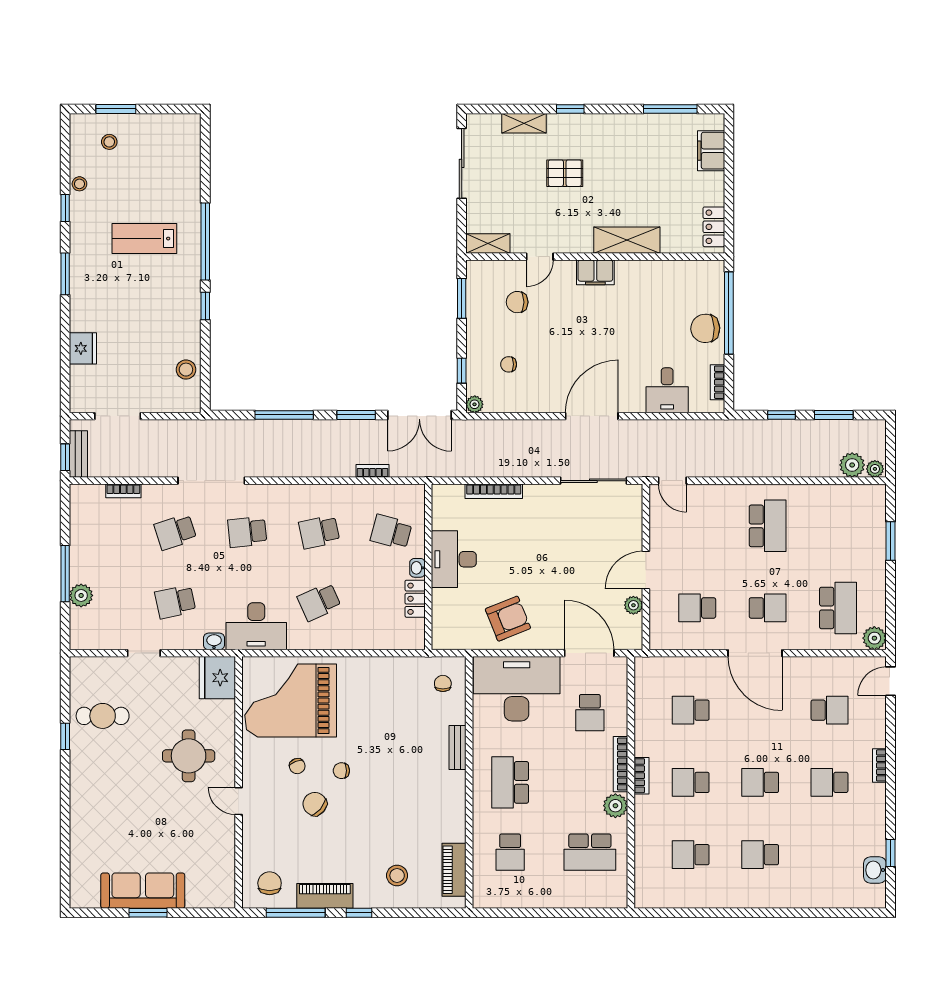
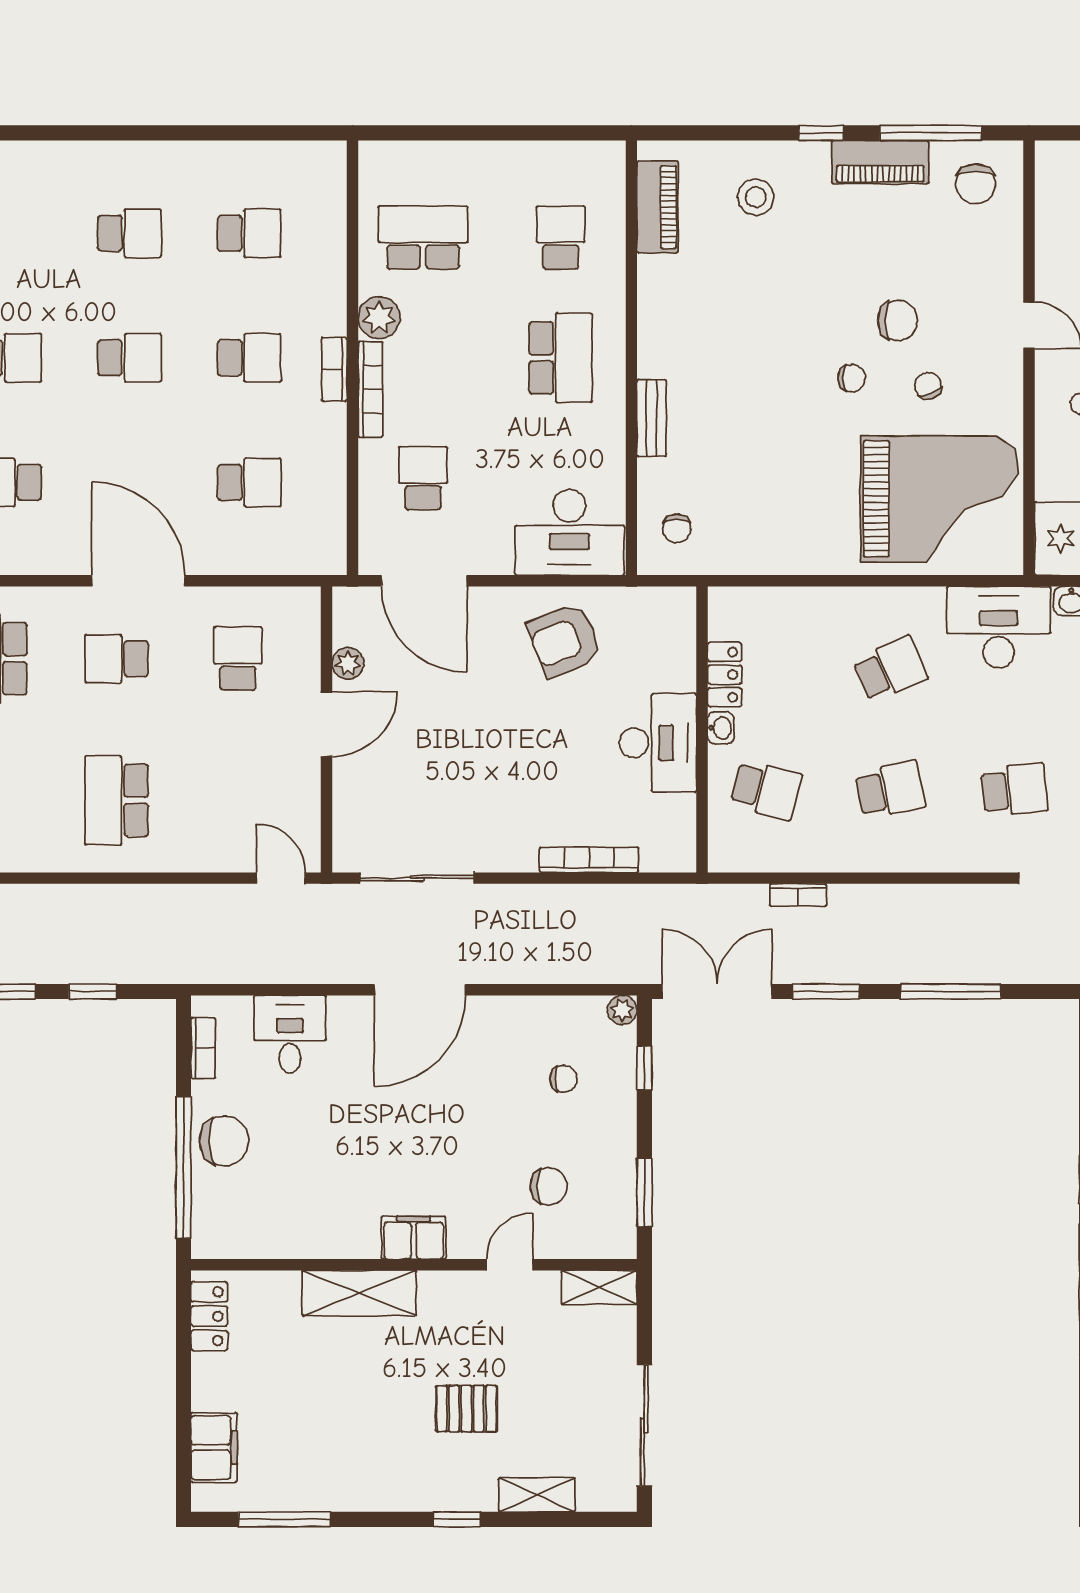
school desk: (697, 608) -> (238, 659), turned -90
desk: (517, 689) -> (570, 532), width x0.73, depth x0.77
chair: (315, 804) -> (898, 321), turned -40

